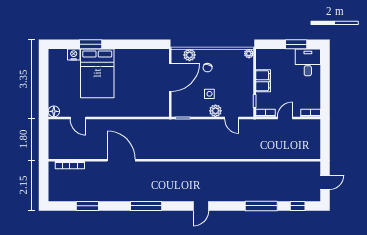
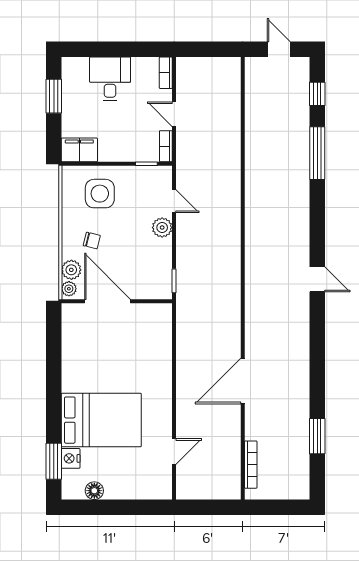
window: (91, 44) -> (54, 461), moved
plant: (249, 54) -> (69, 289), moved
desk: (308, 62) -> (110, 79), moved, turned 90
filing cabinet: (263, 81) -> (79, 150), moved
side table: (209, 94) -> (100, 194), moved, width x1.87, depth x1.87
floor lamp: (54, 111) -> (94, 491), moved
door: (232, 118) -> (174, 201), hinge flipped
window: (146, 206) -> (317, 341), removed
door: (201, 206) -> (317, 279), moved

